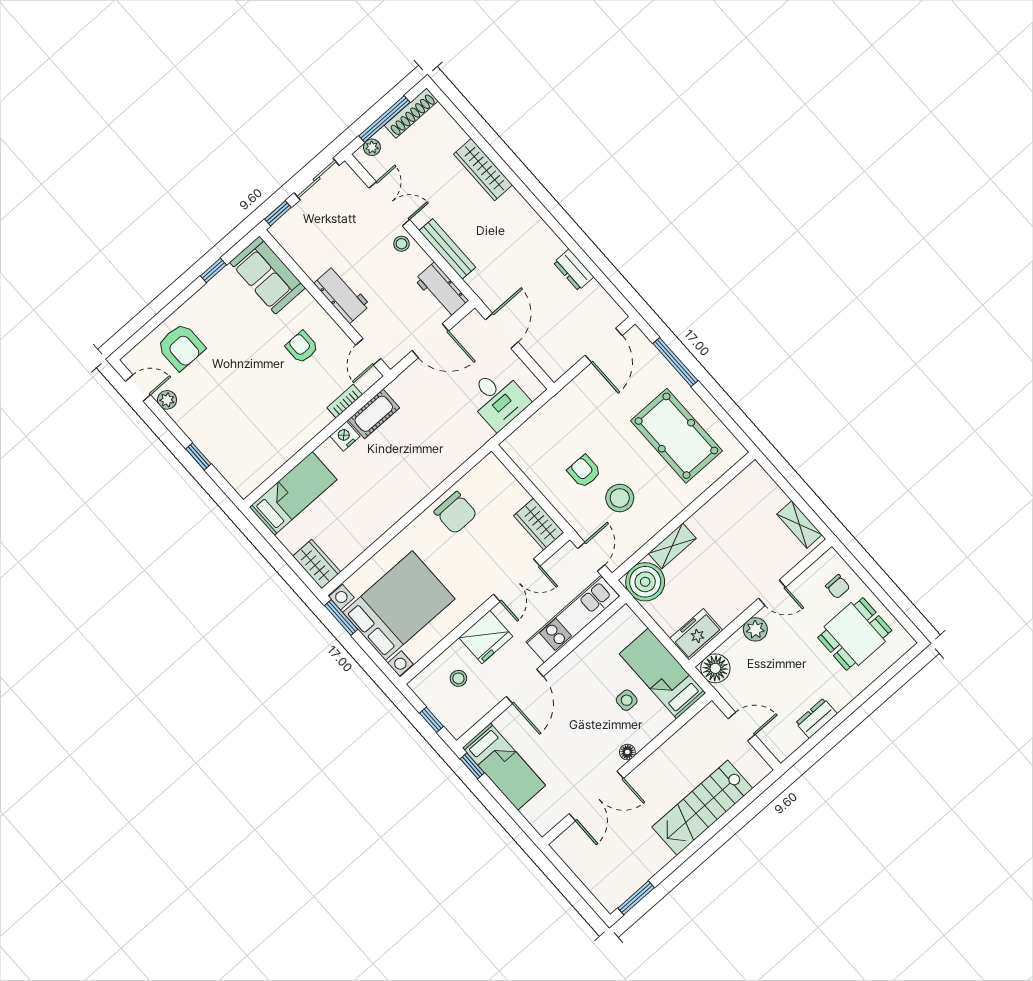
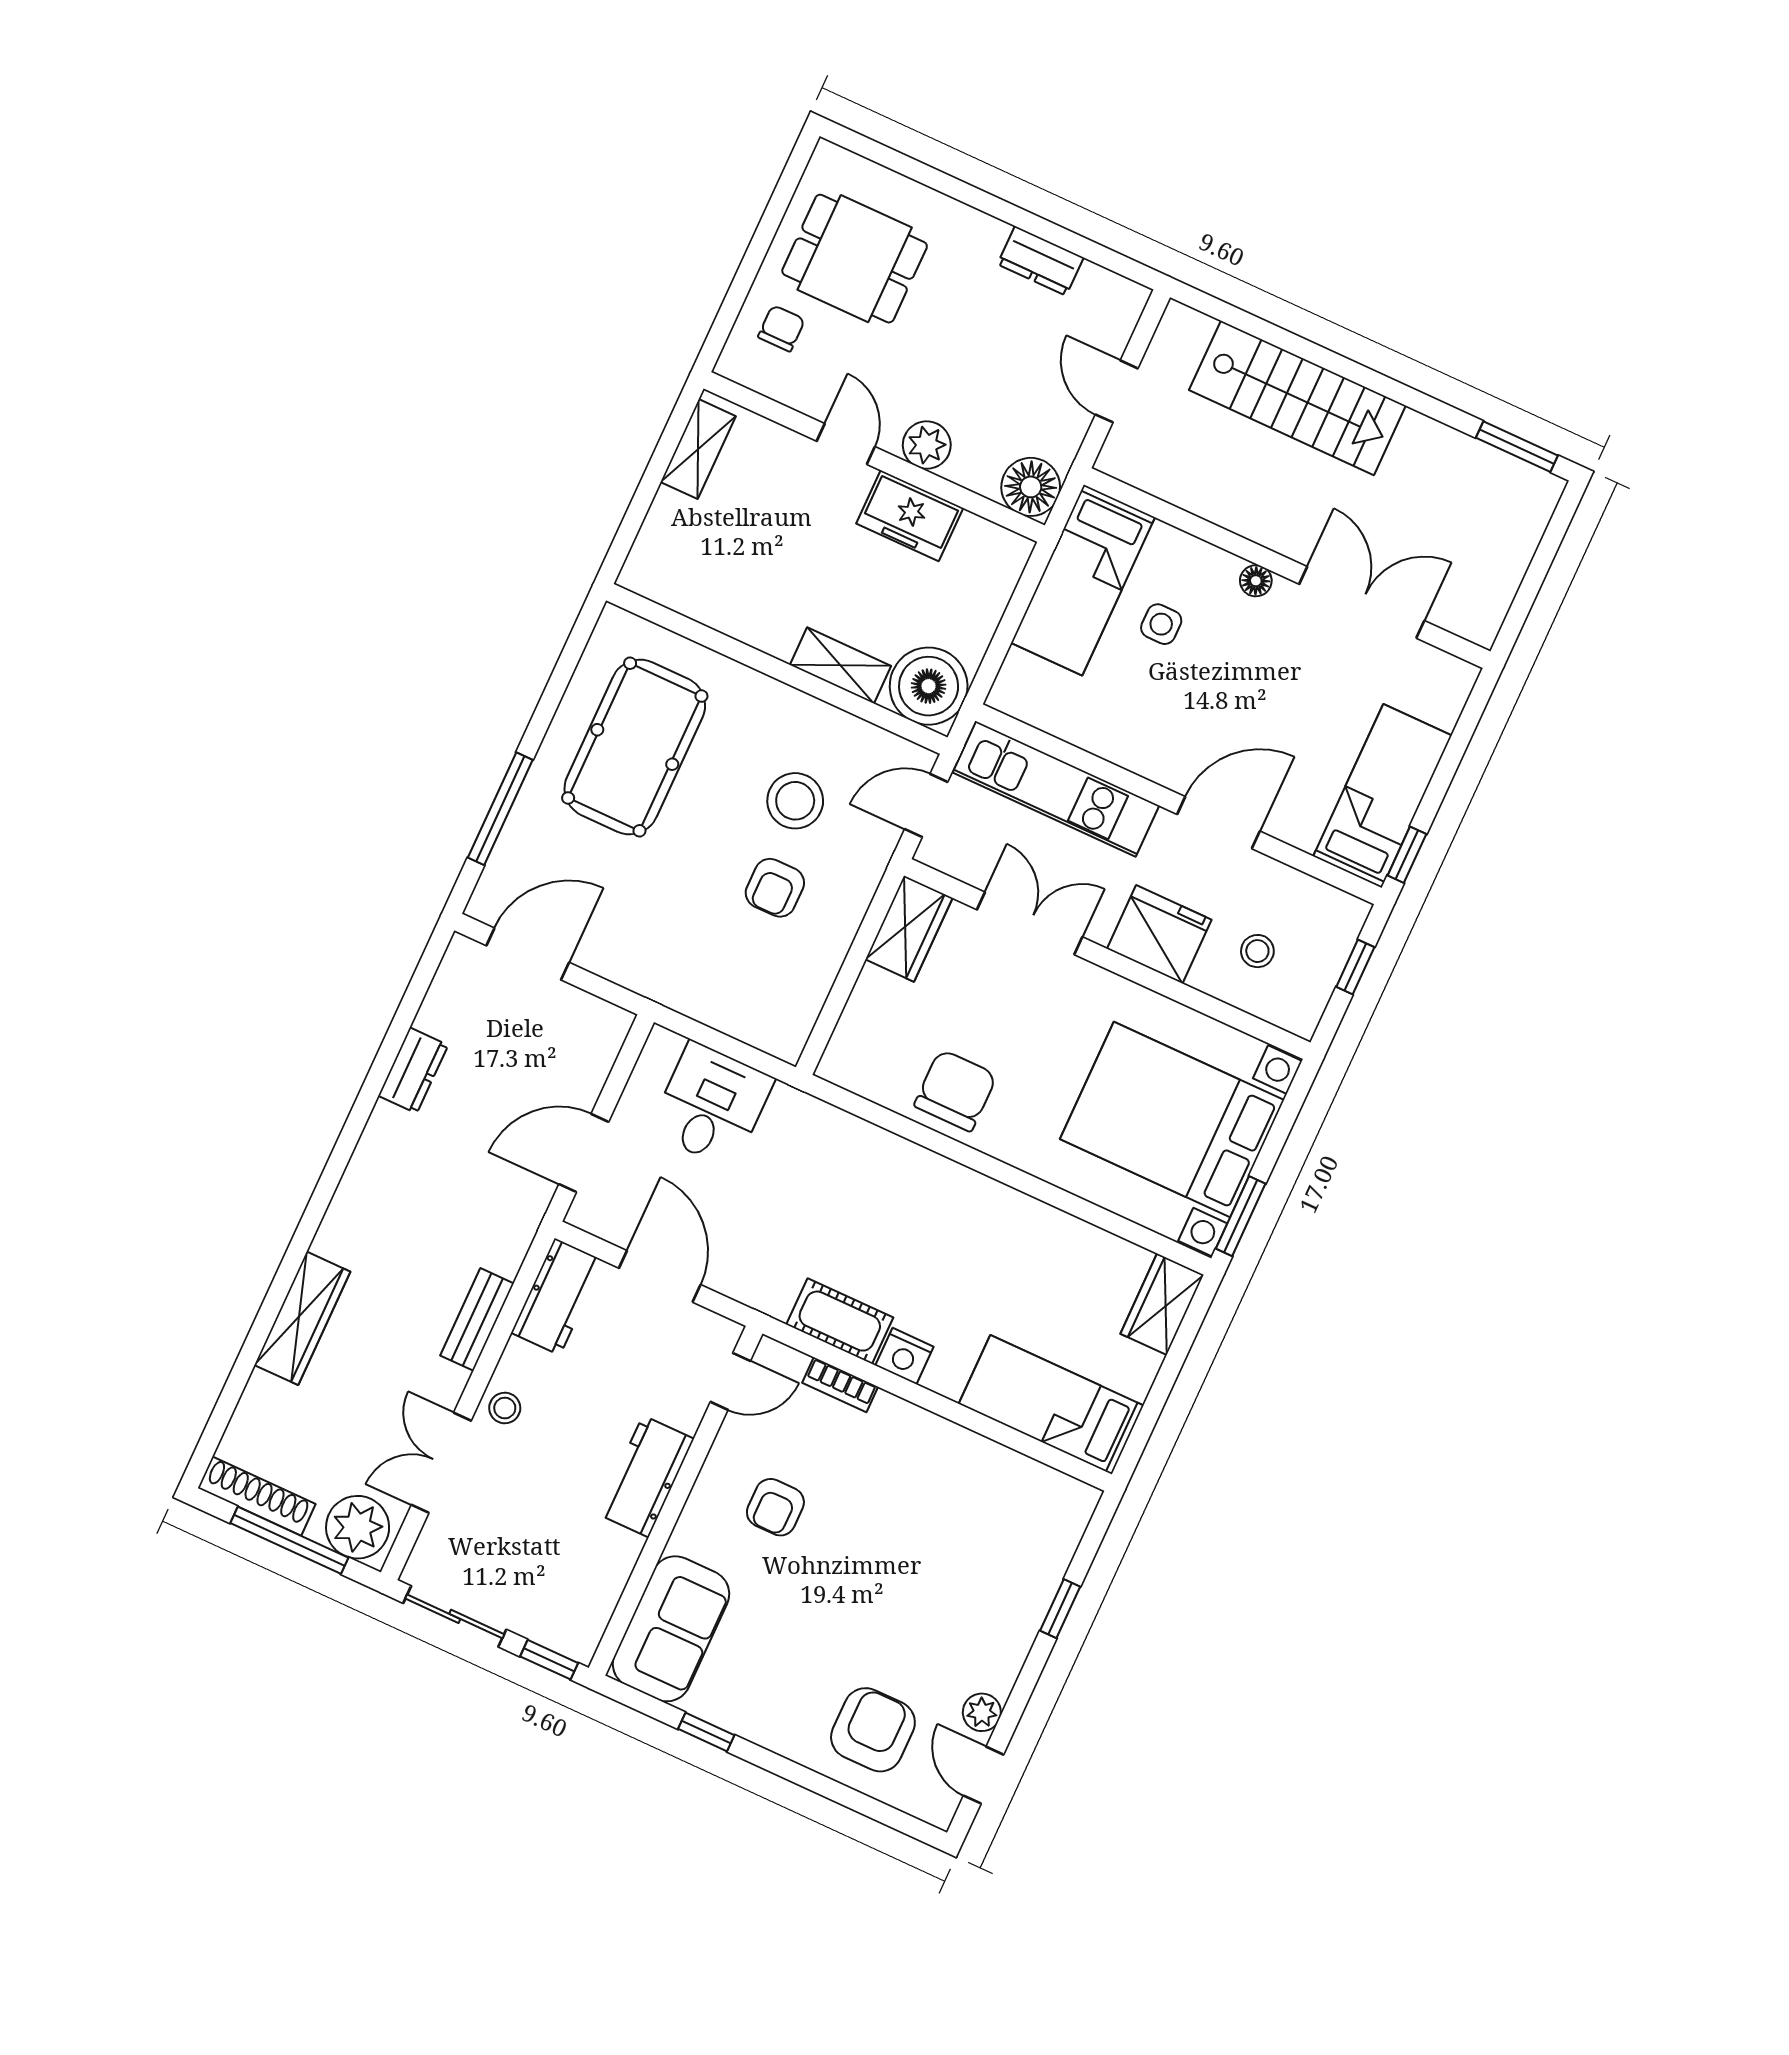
plant: (372, 147) -> (358, 1527), width x1.88, depth x1.88
bench: (447, 249) -> (477, 1319), width x0.73
freezer: (696, 634) -> (910, 516), moved

